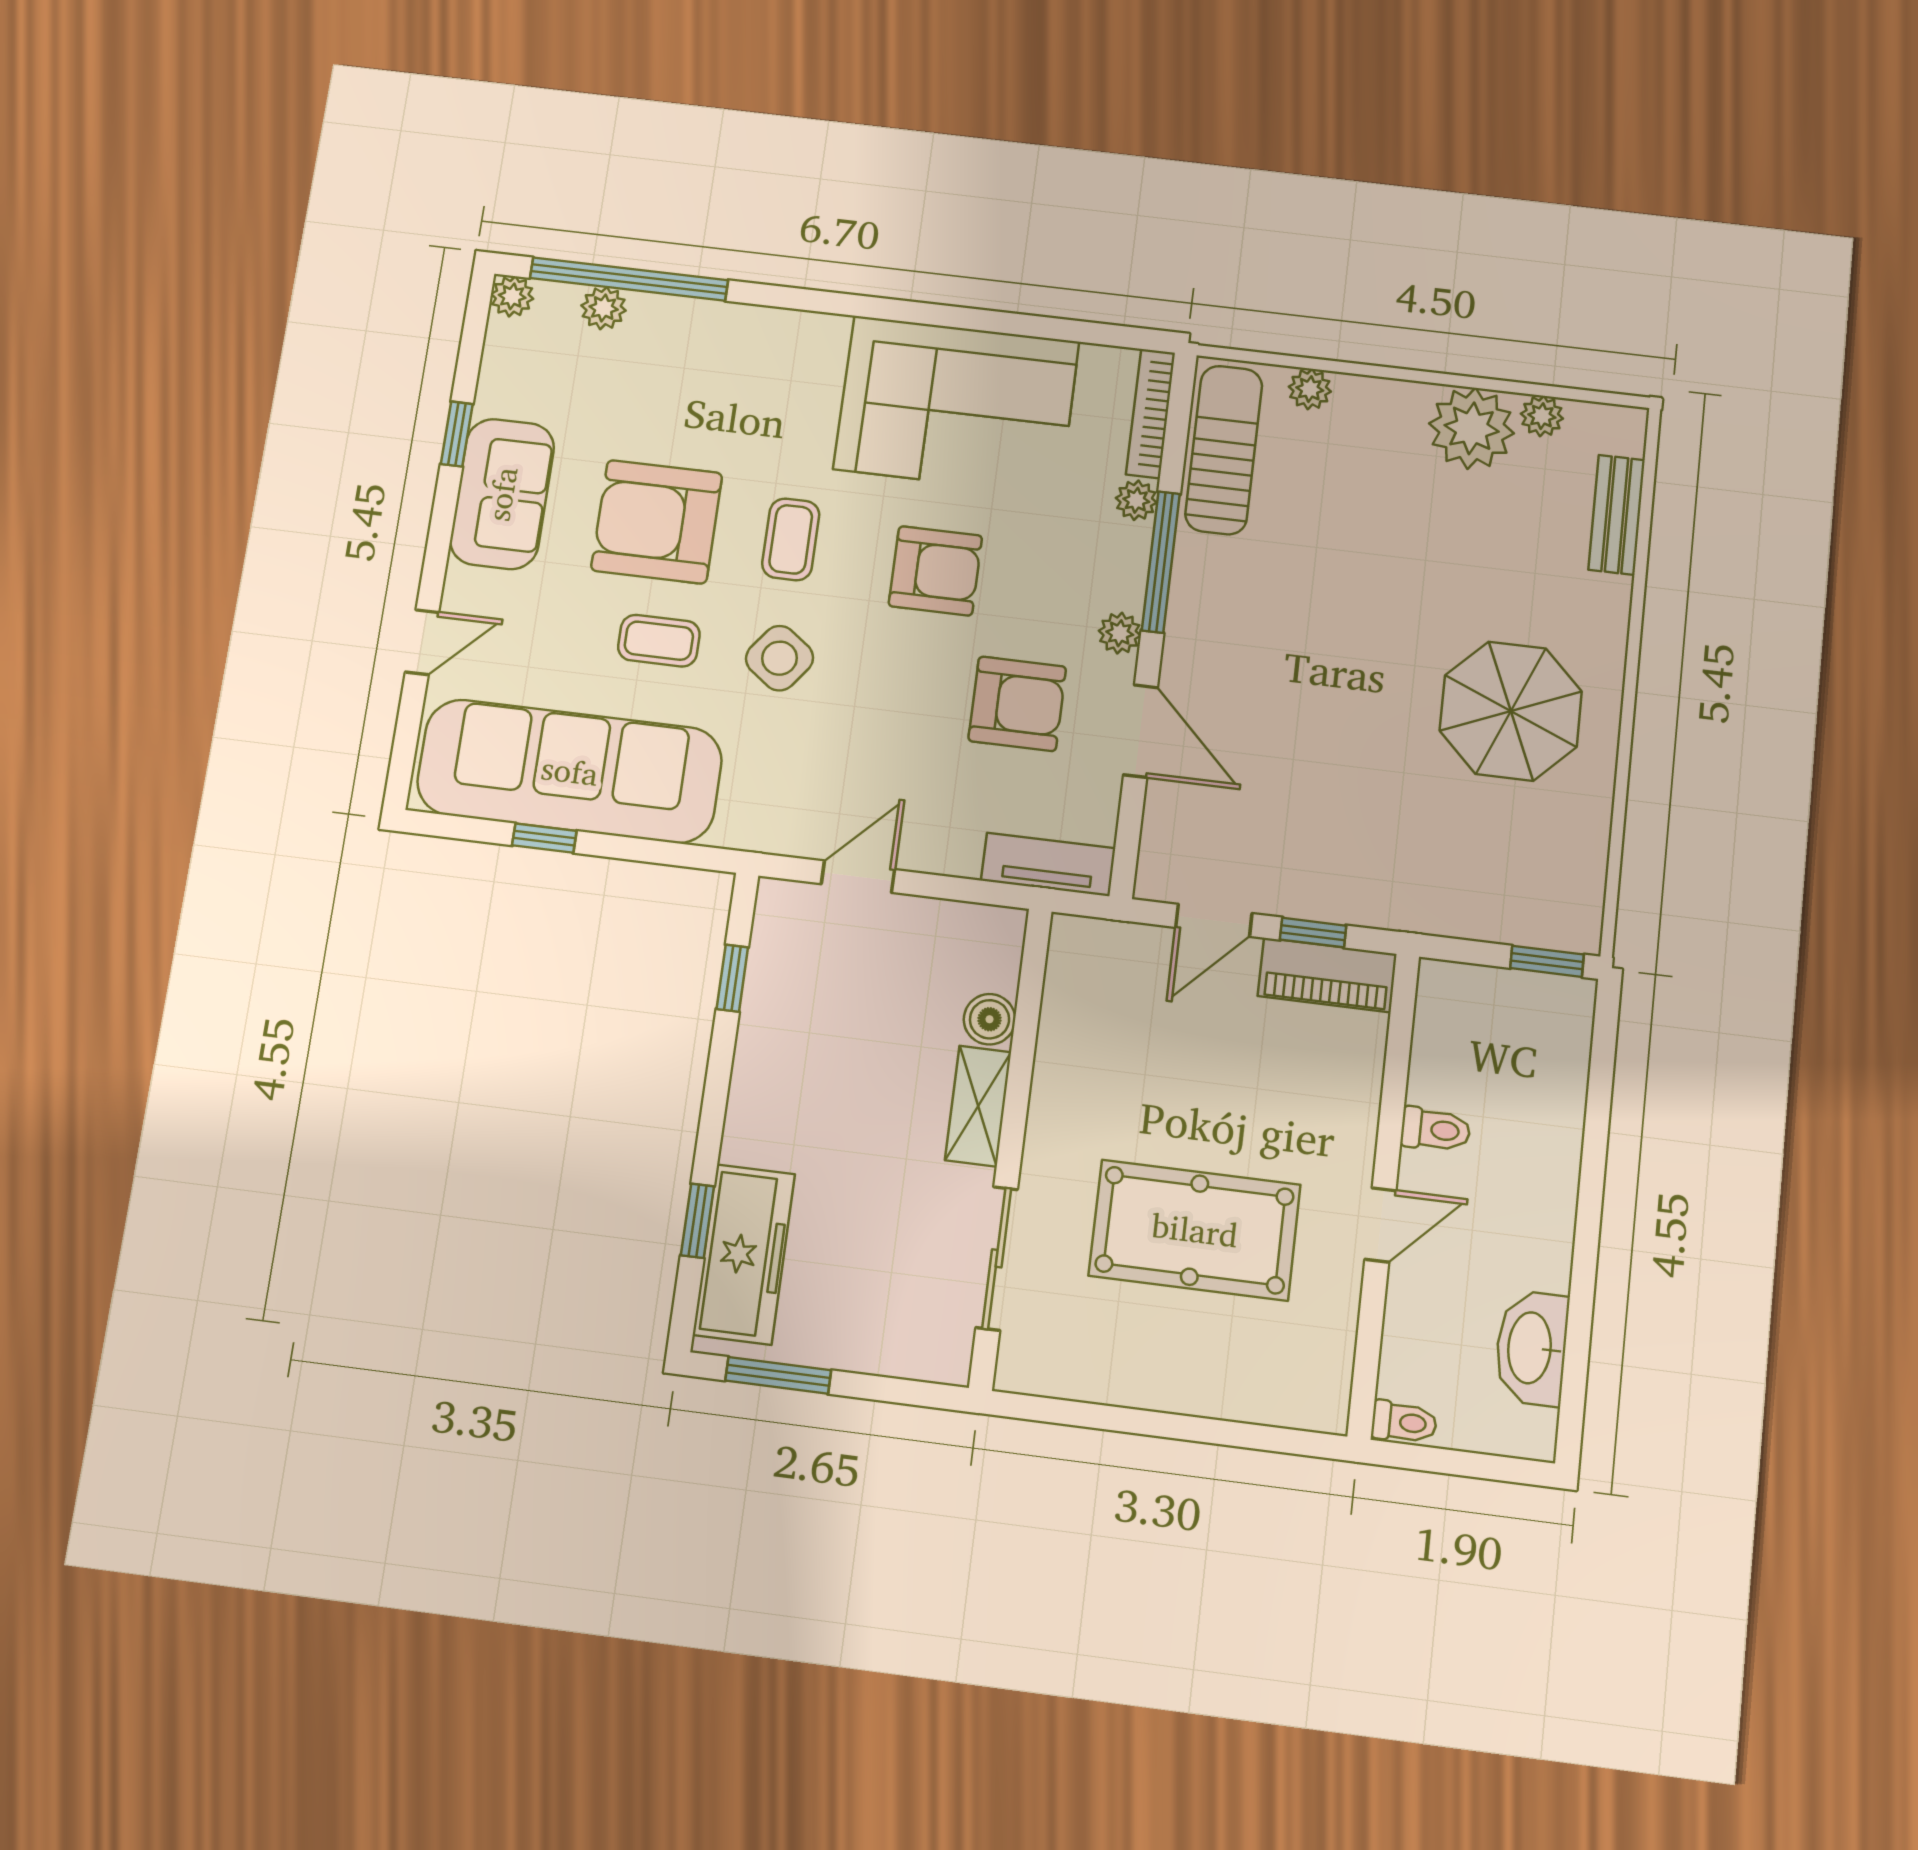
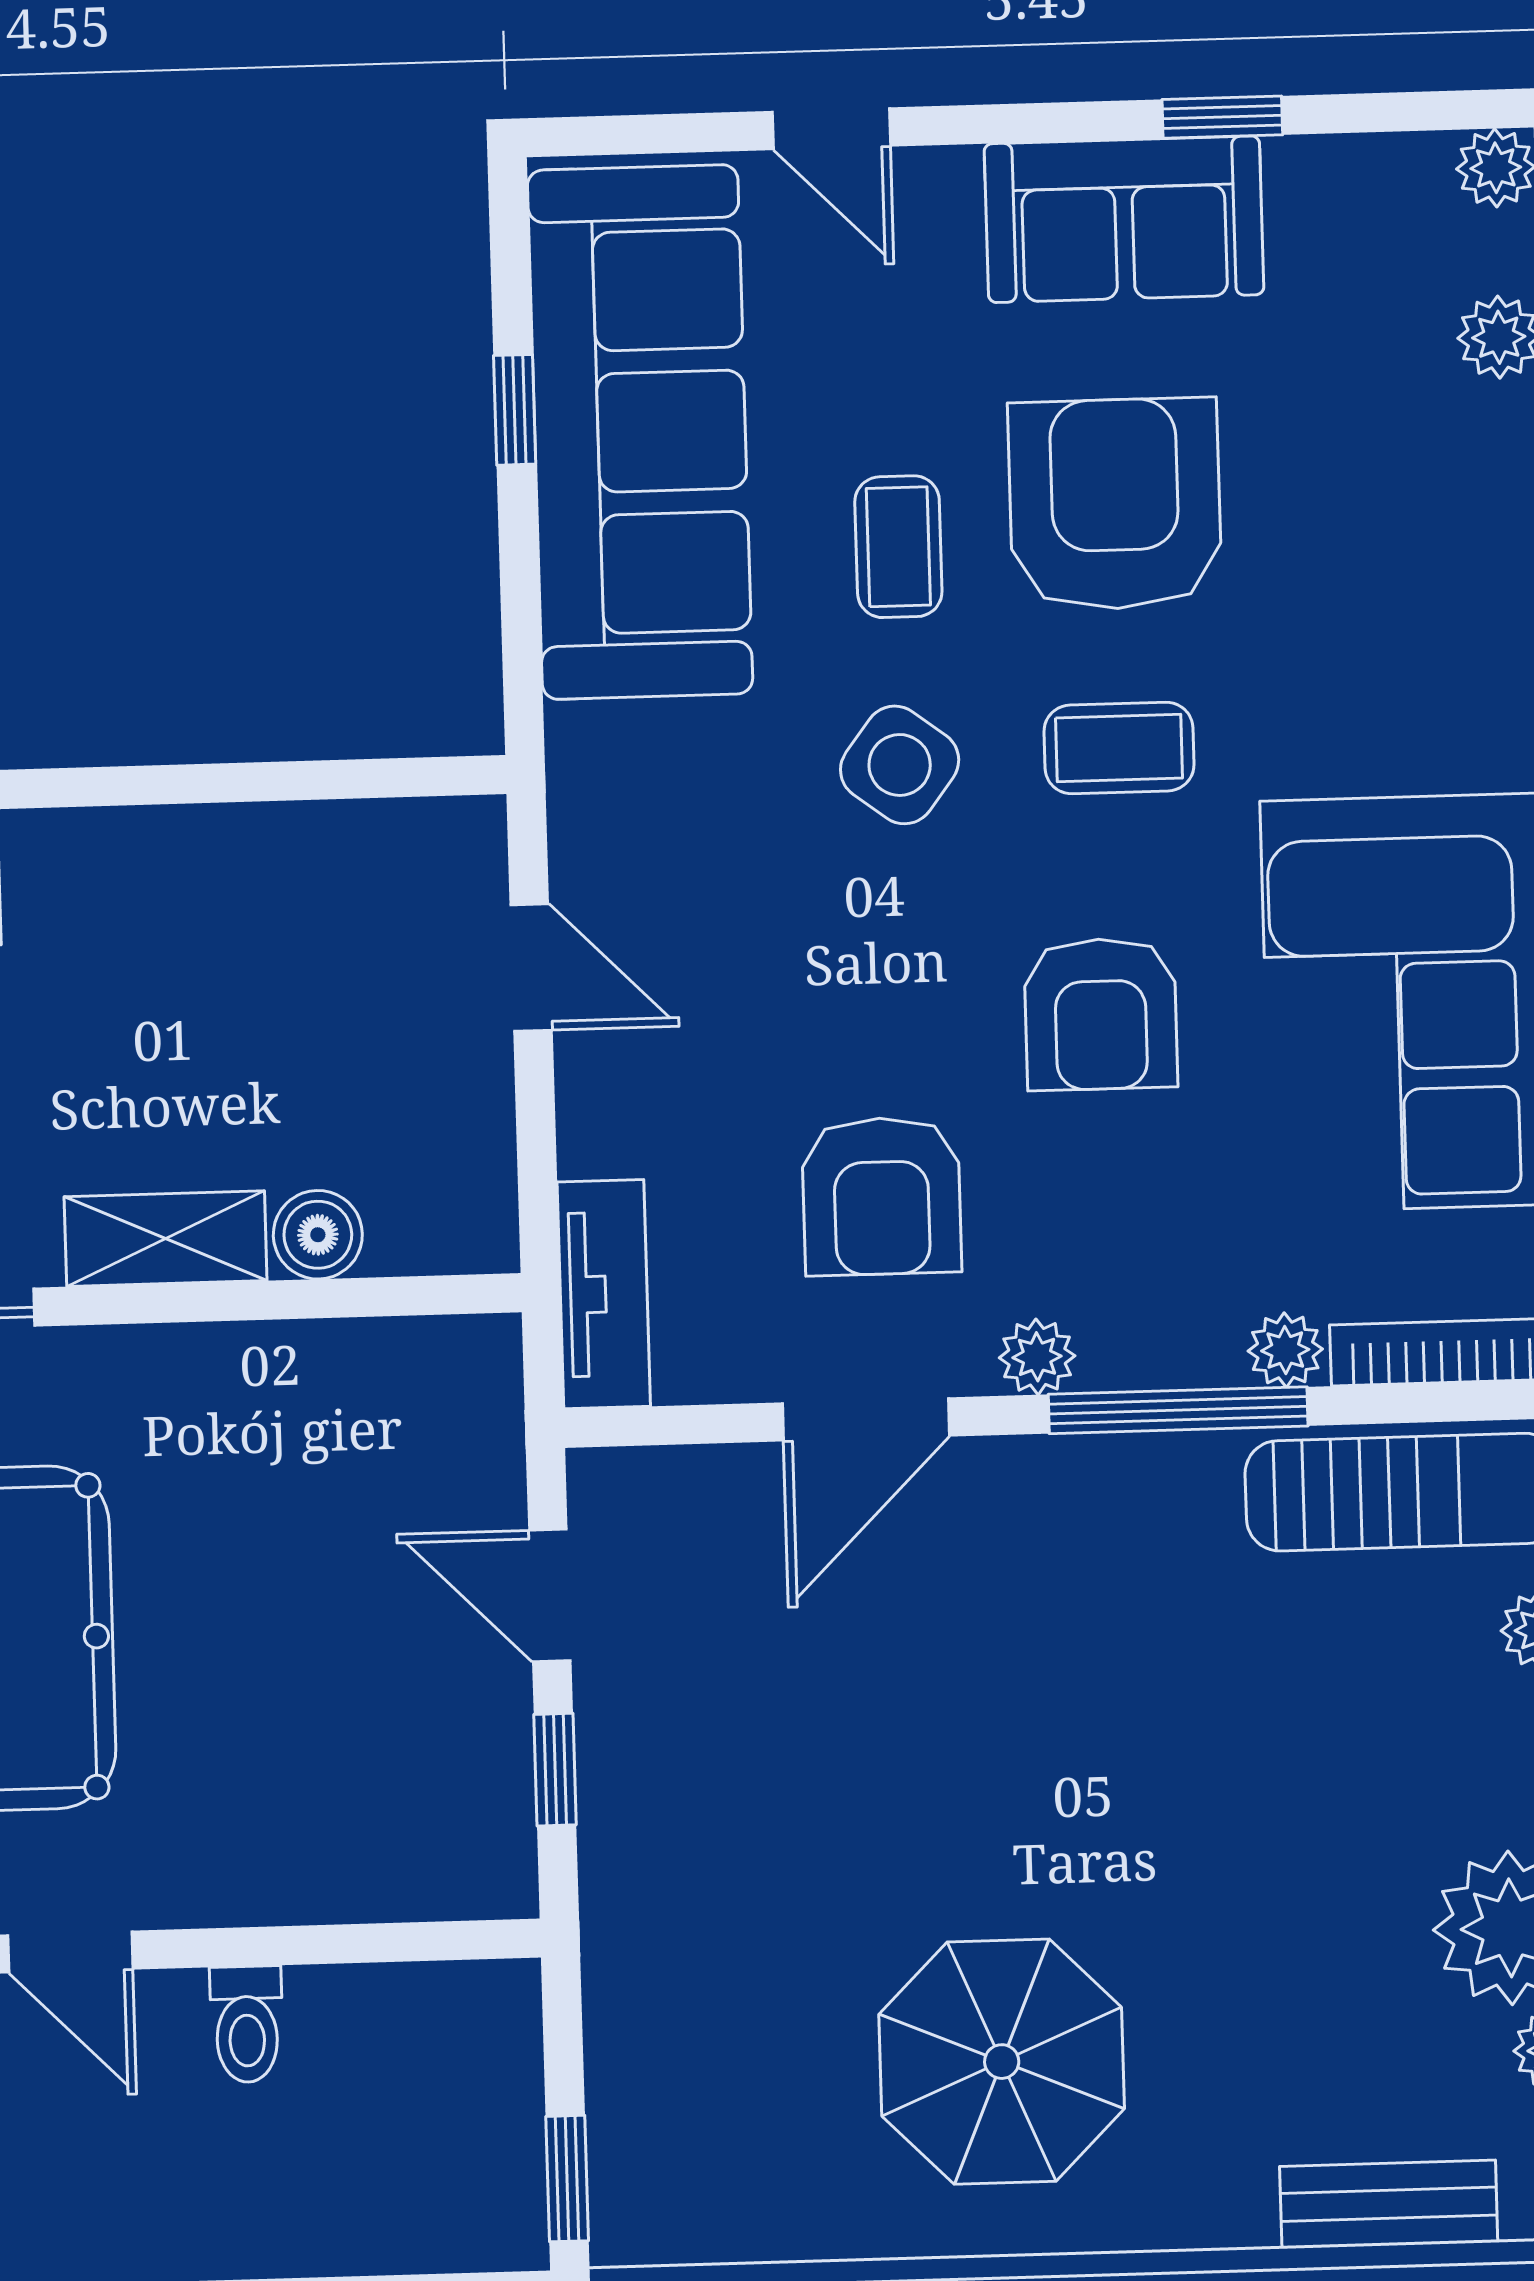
piano: (1327, 975) -> (485, 1804), removed
window: (732, 978) -> (320, 780), removed

